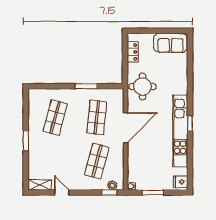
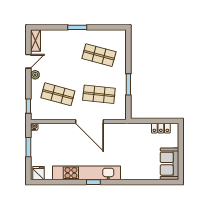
round table: (142, 87) -> (128, 137), removed
plant: (112, 185) -> (35, 75), moved

